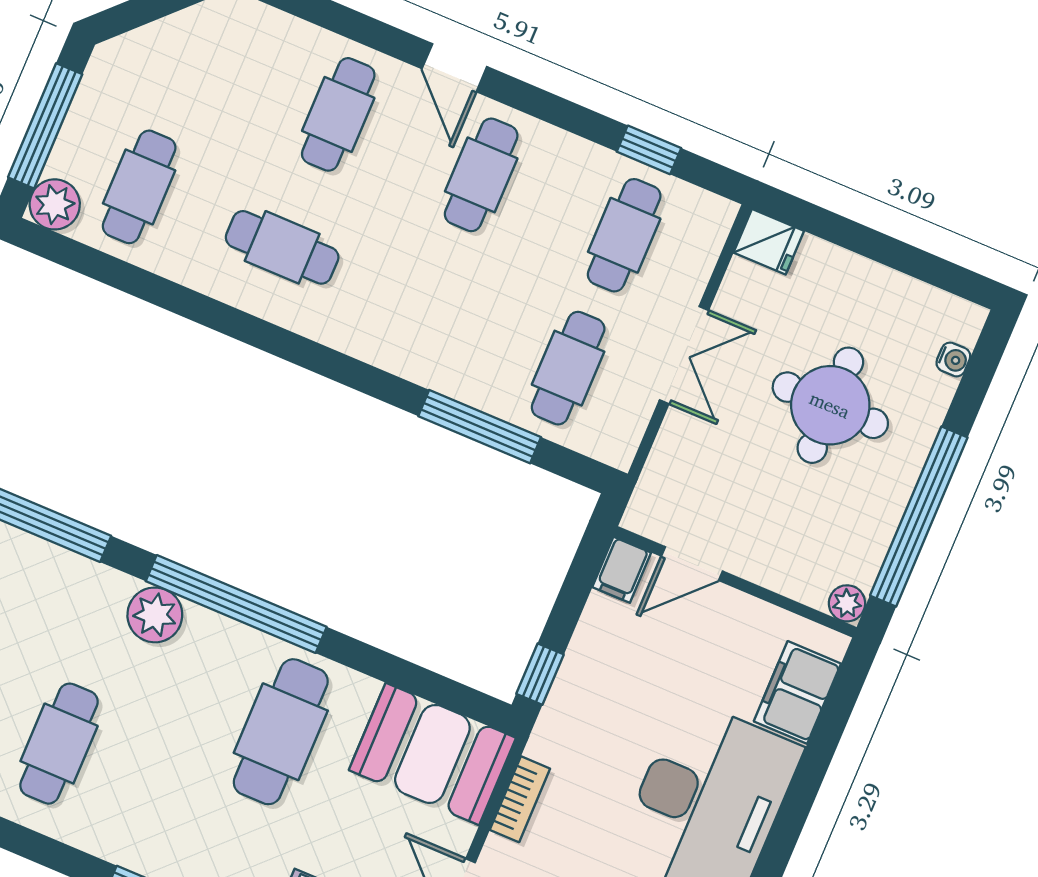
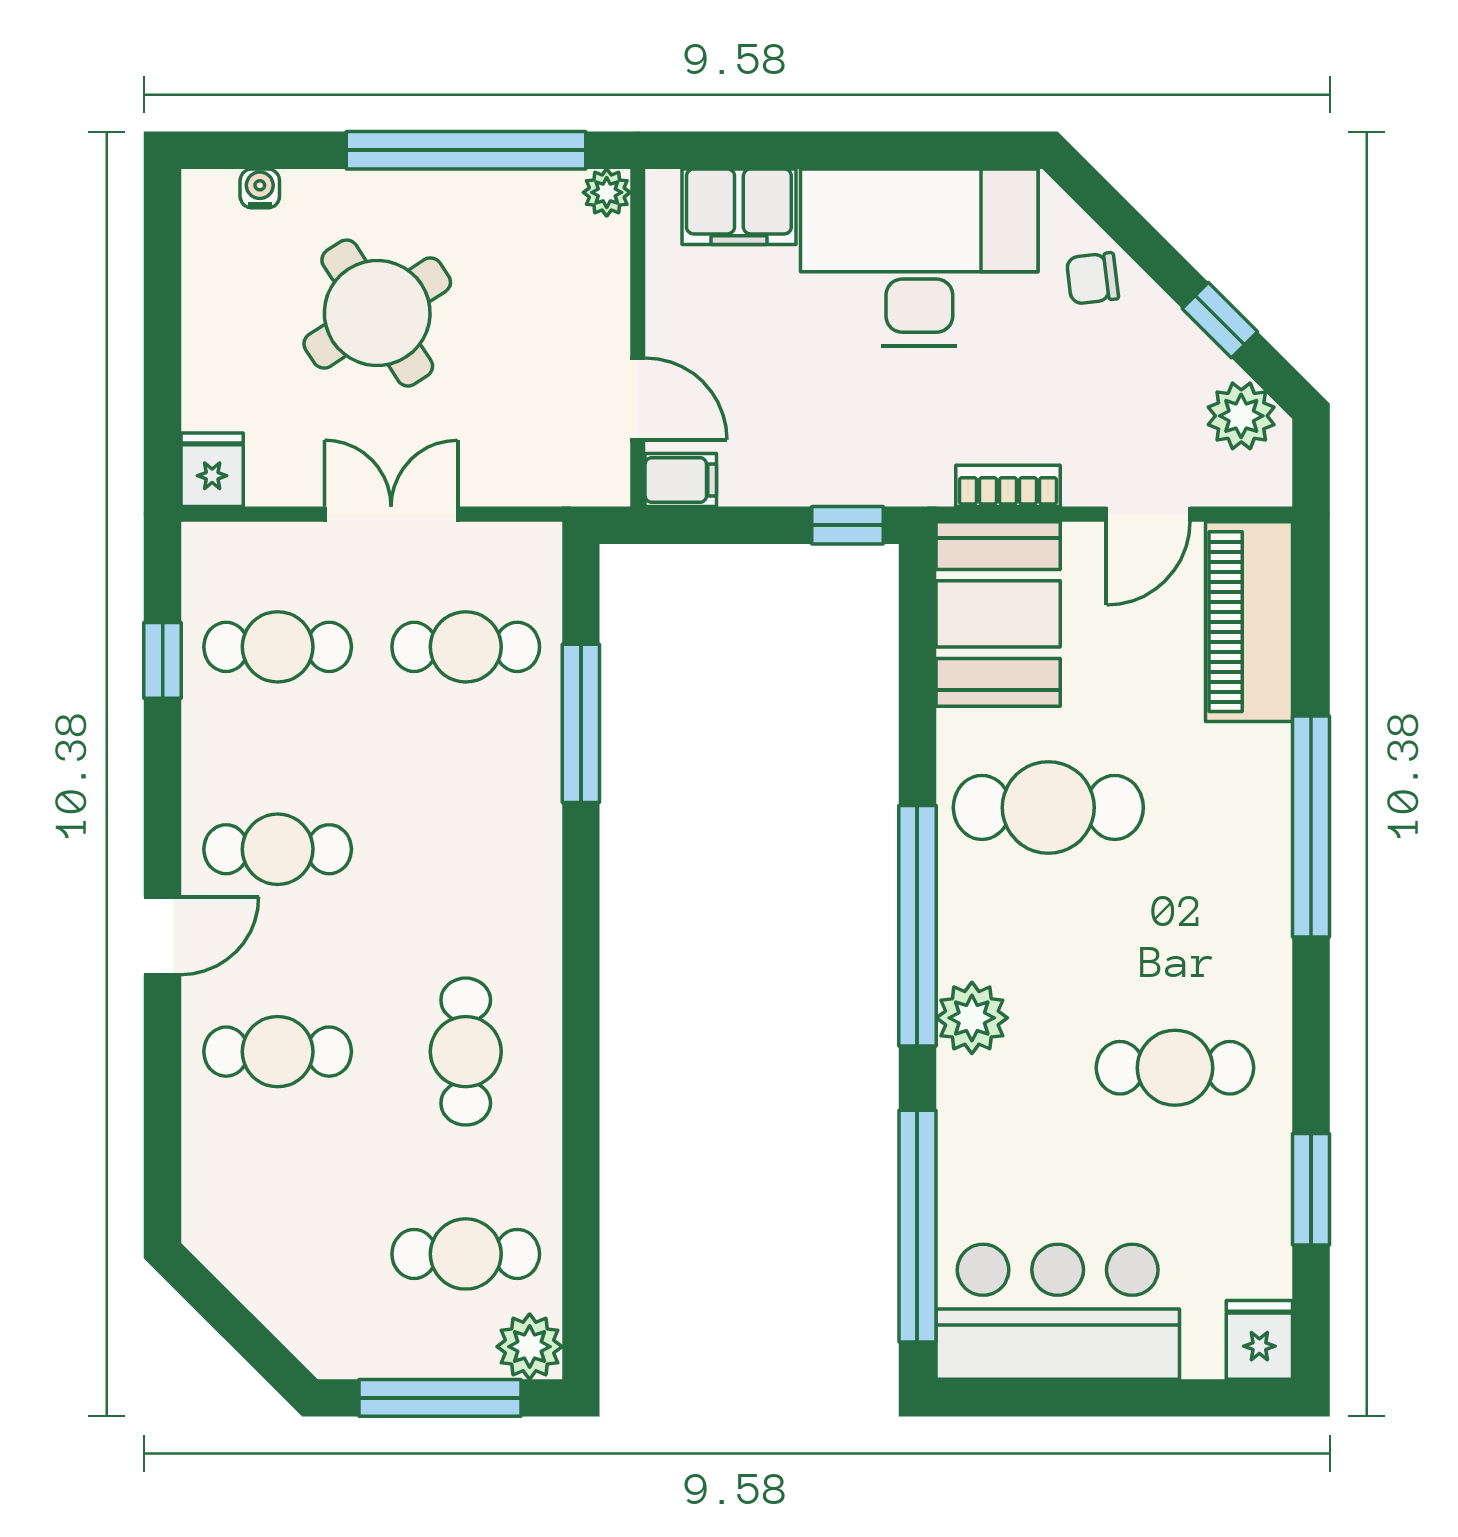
round table: (830, 405) -> (377, 313), turned -33

